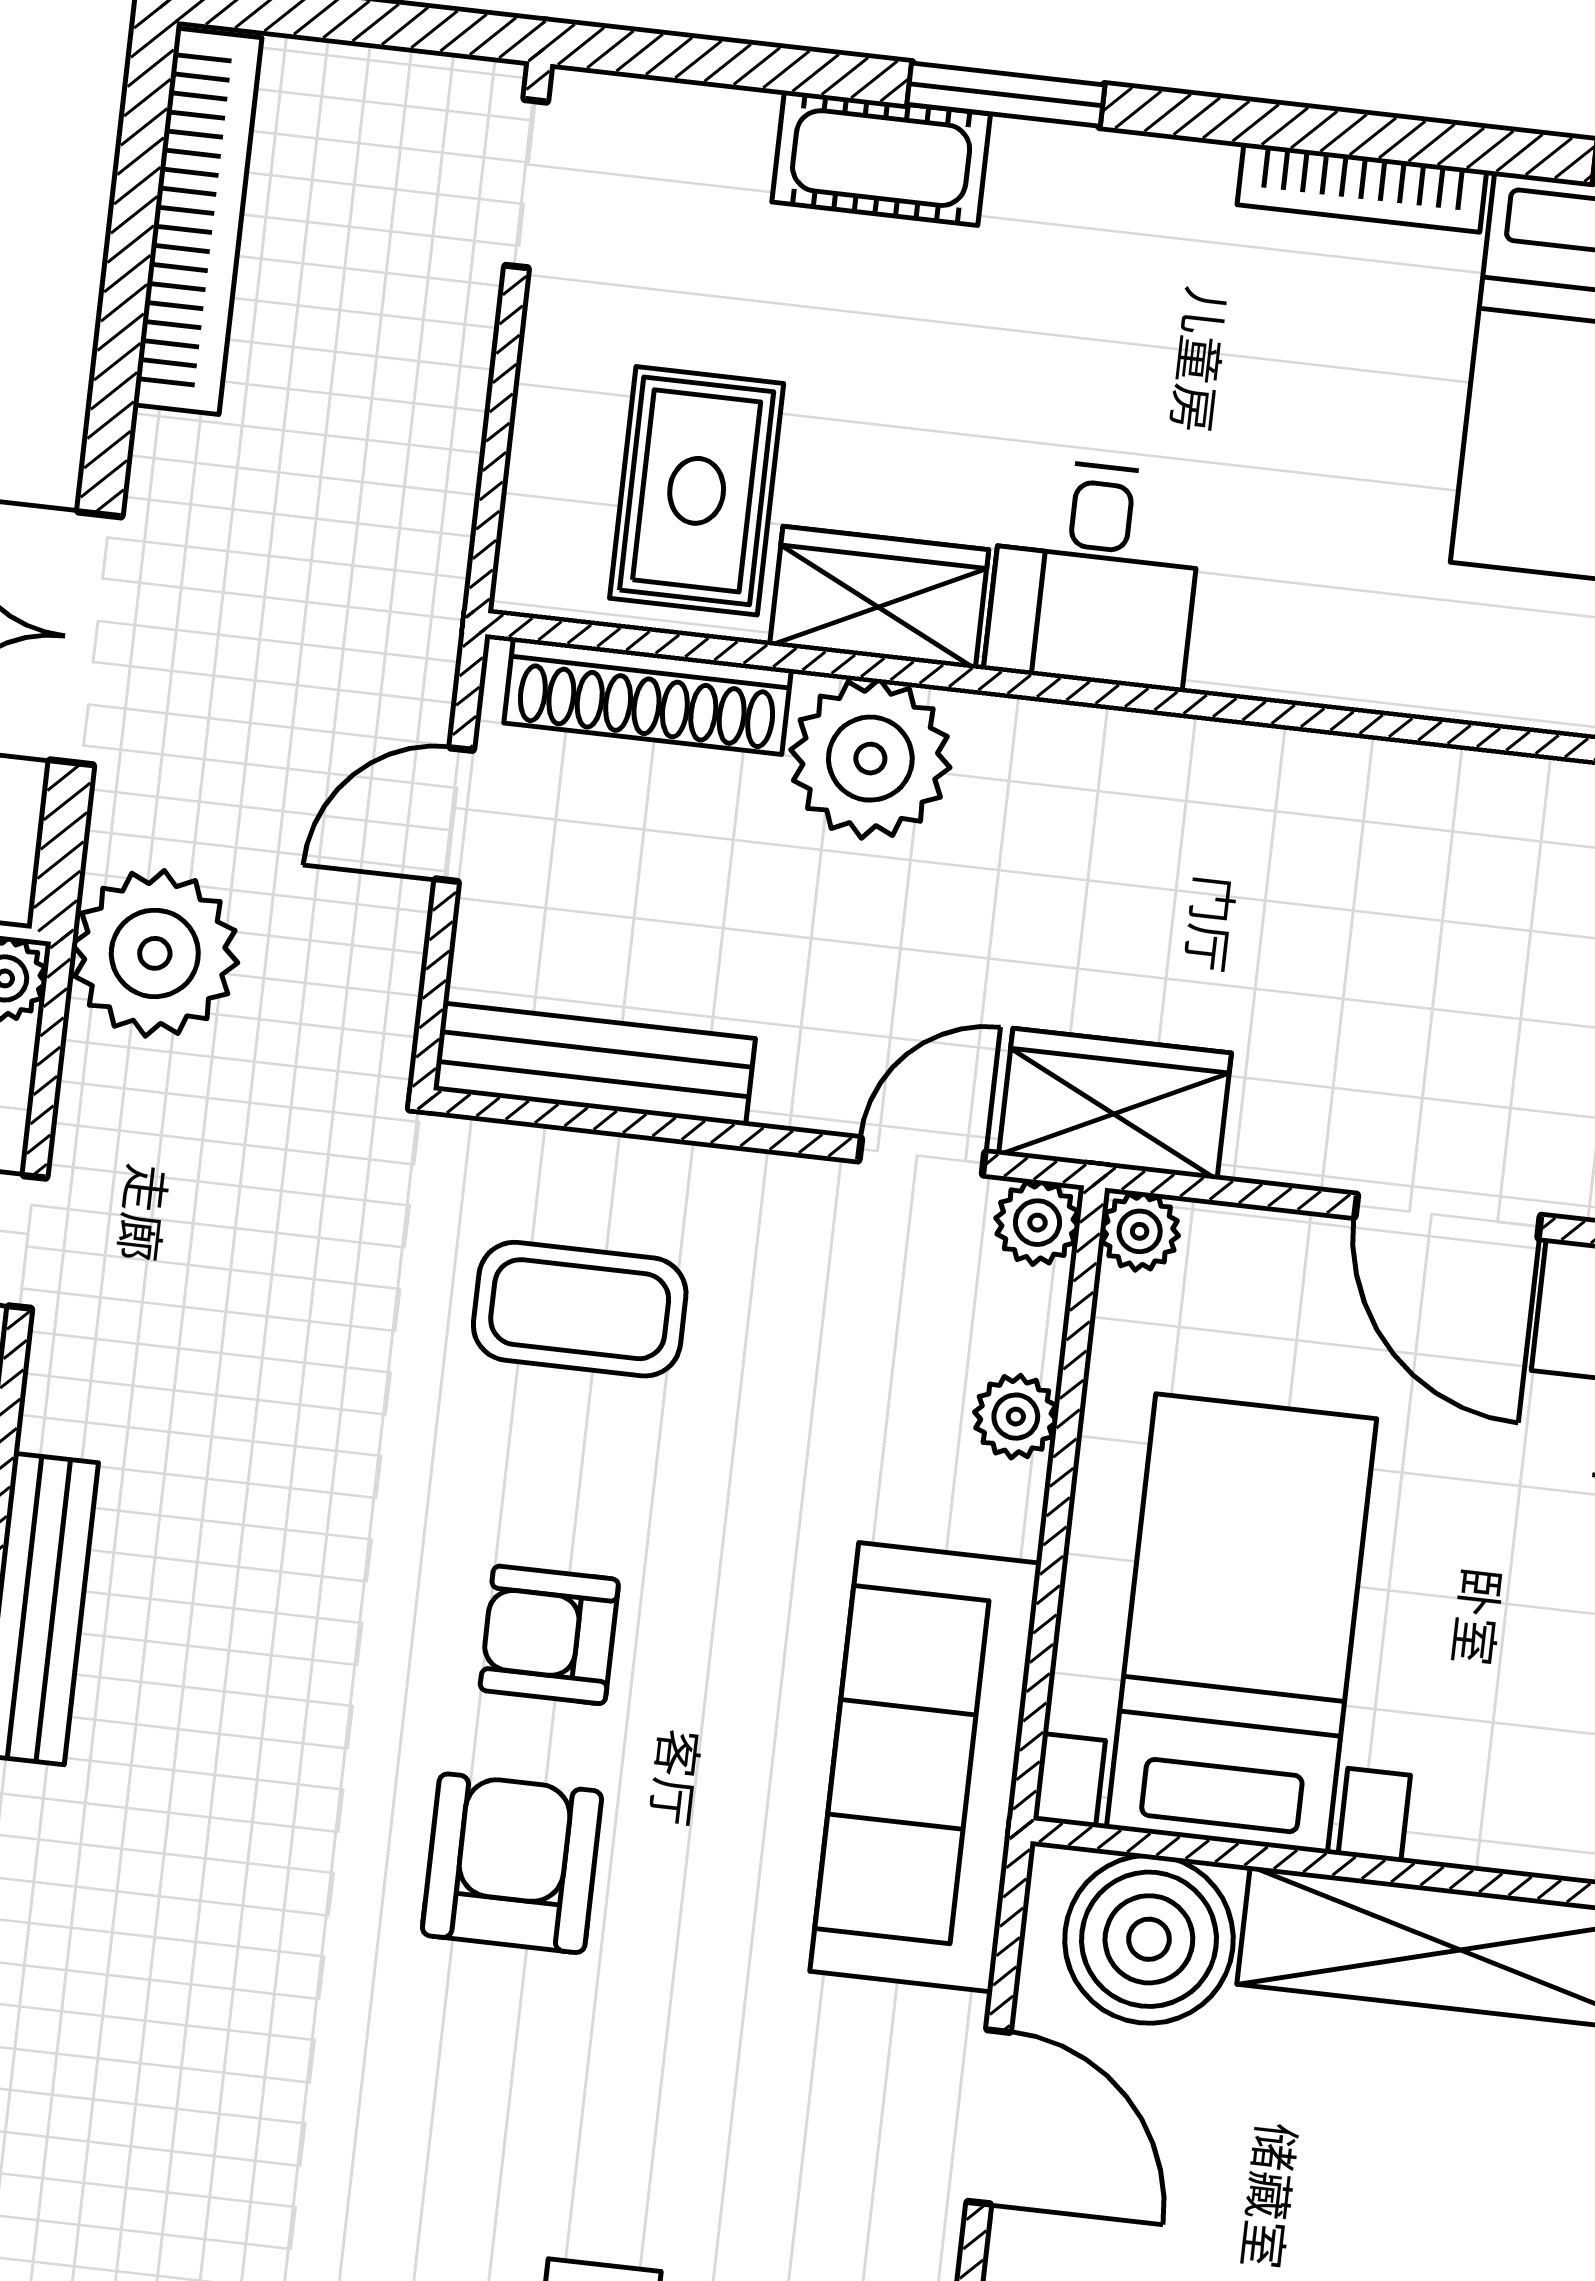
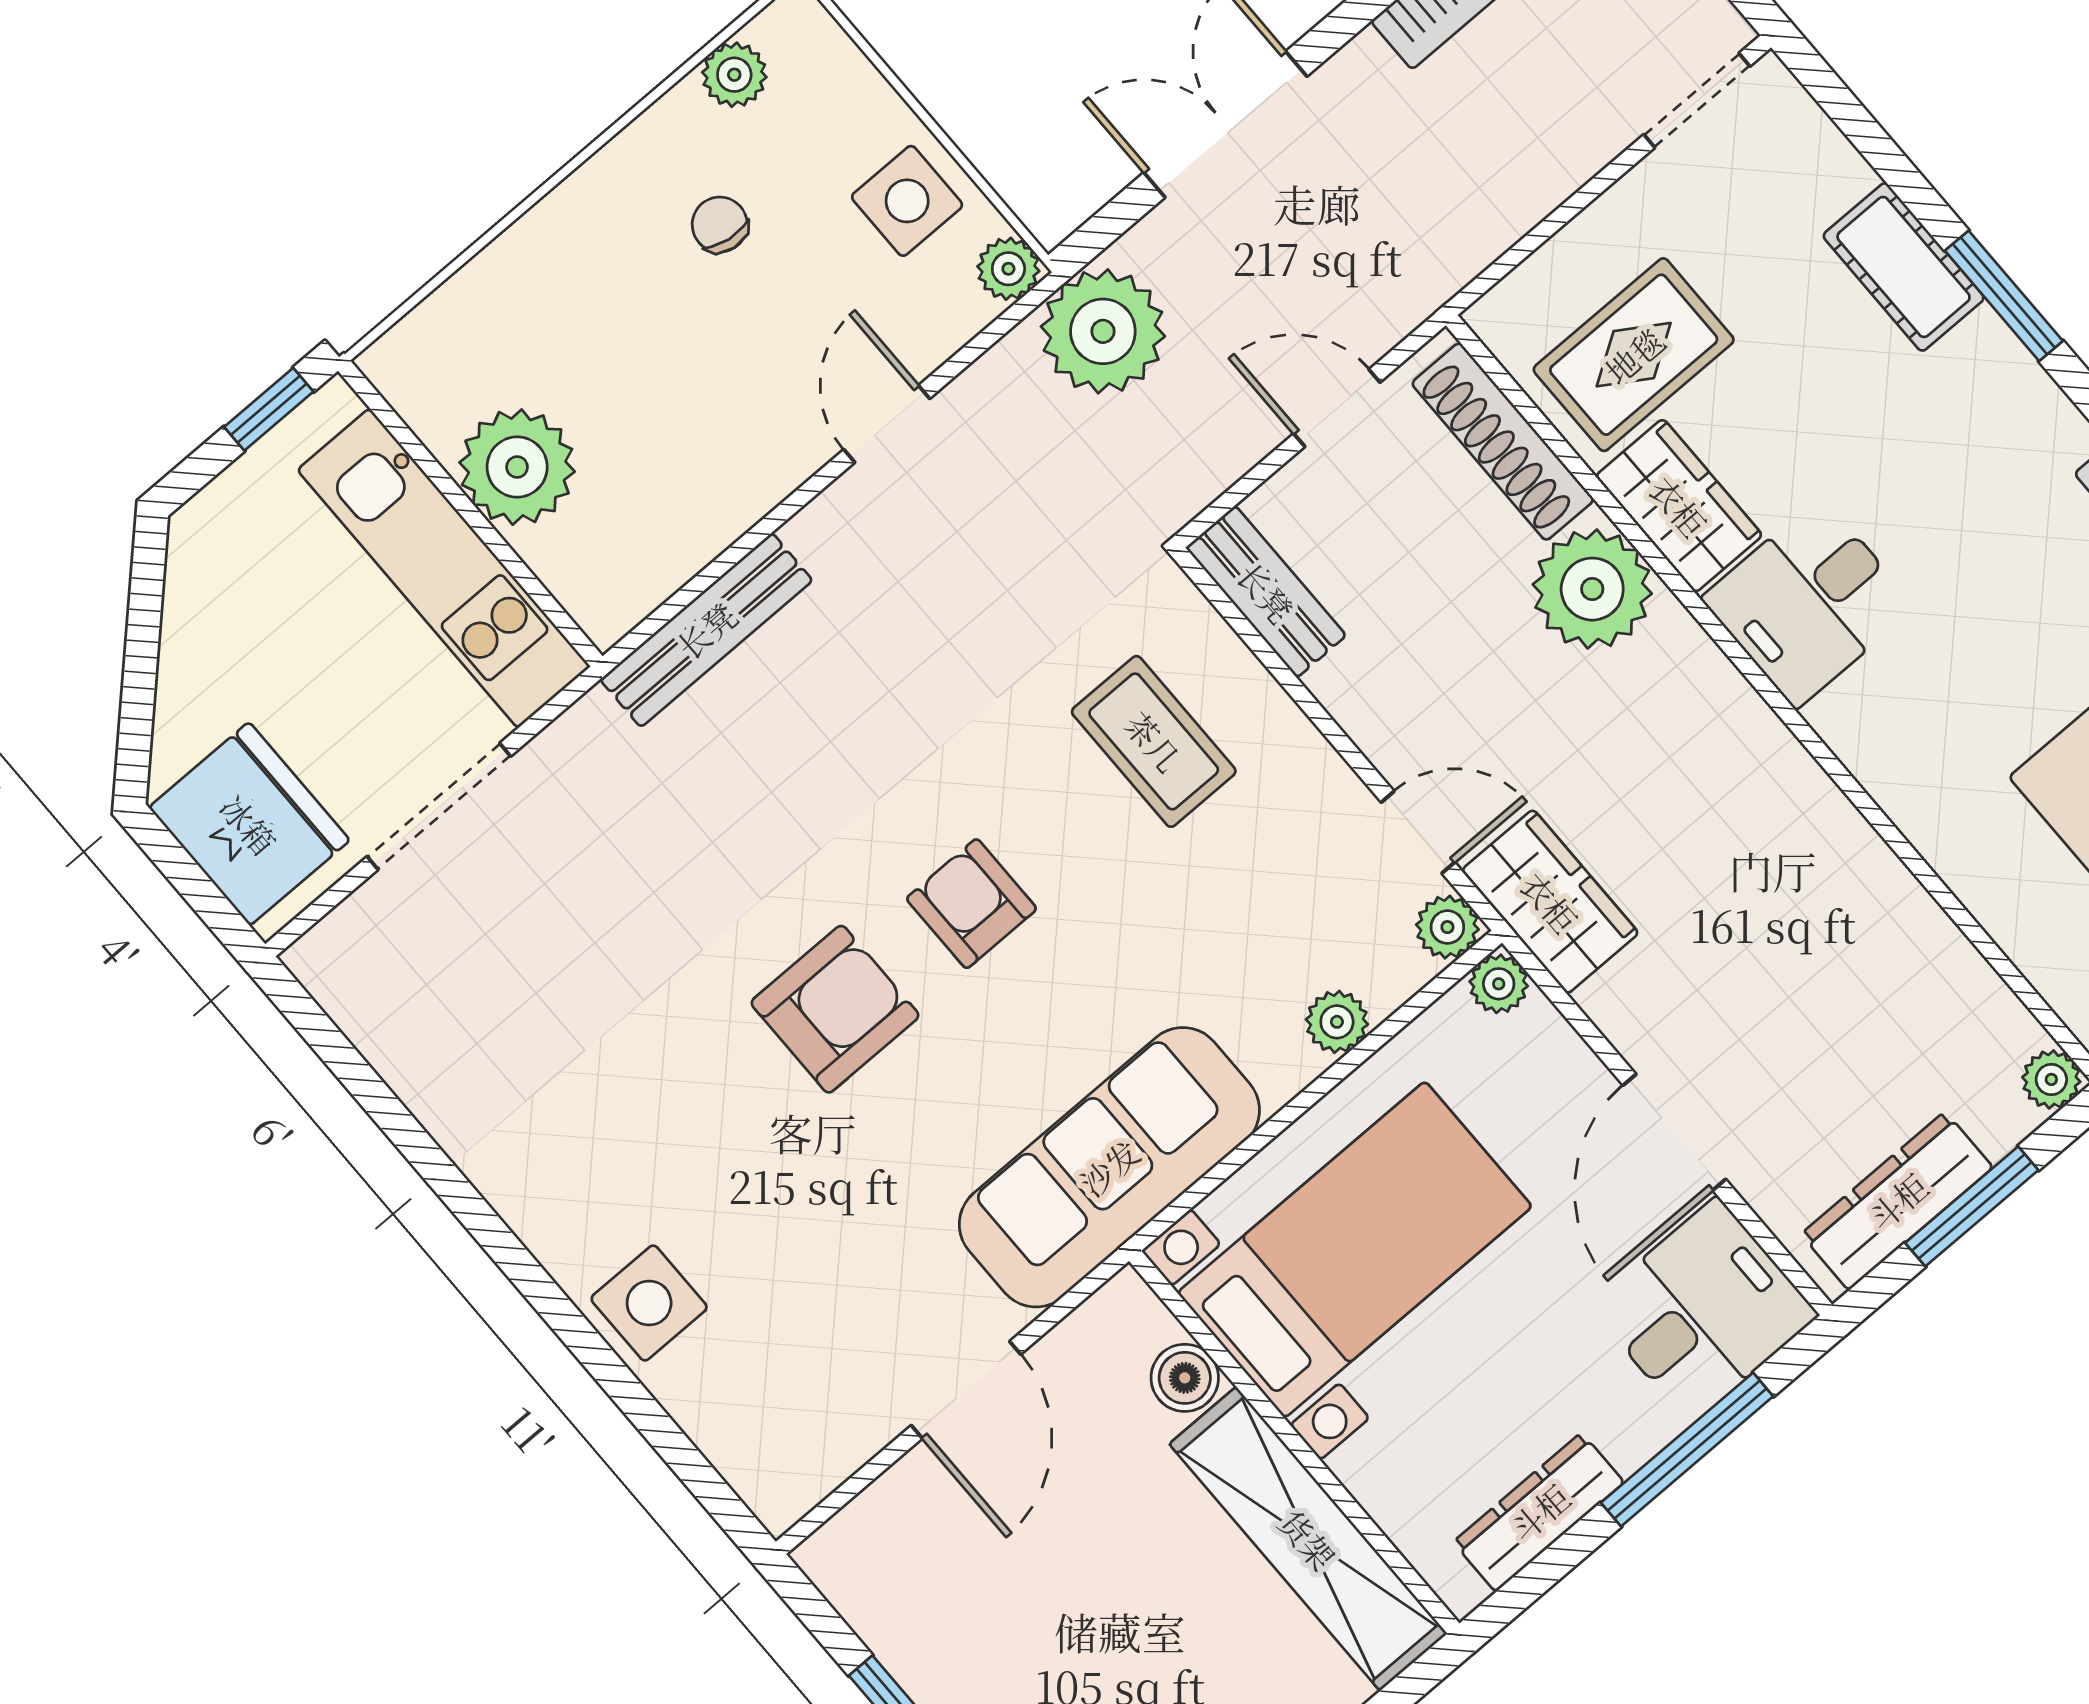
bench: (594, 1064) -> (1266, 592), width x0.73
boiler: (1149, 1939) -> (1185, 1378), width x0.54, depth x0.54

